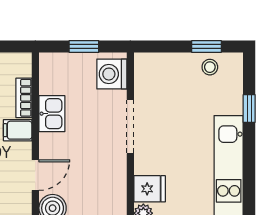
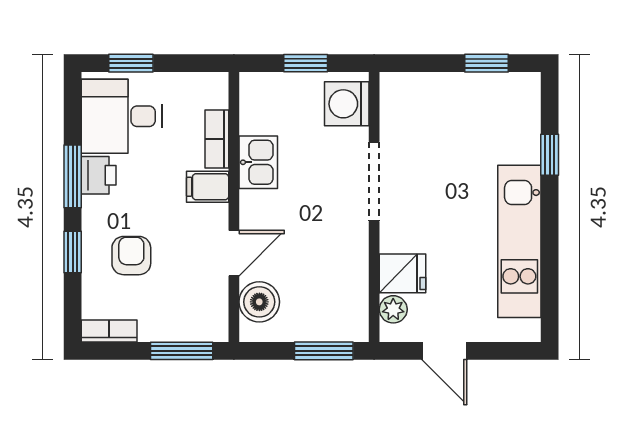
stool: (210, 67) -> (491, 94), removed

